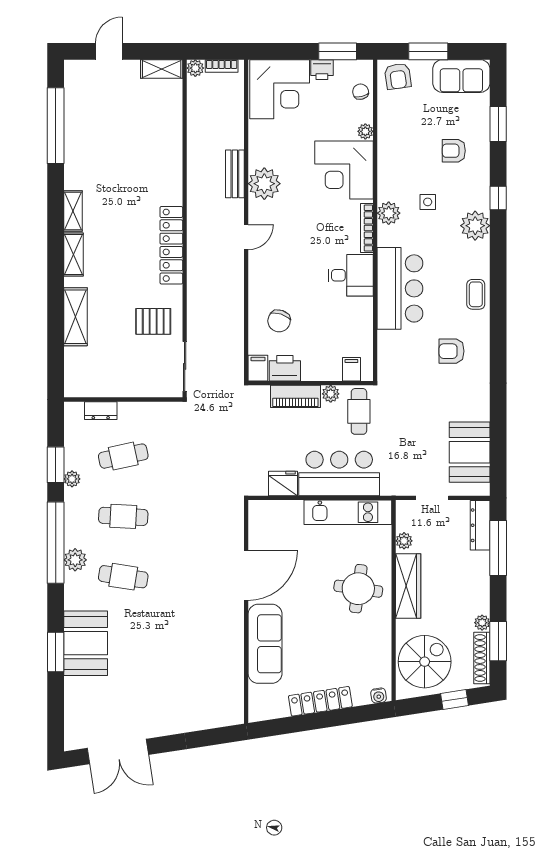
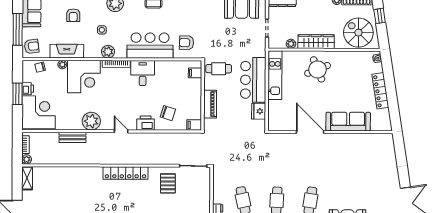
window: (338, 51) -> (18, 94), moved
window: (428, 51) -> (18, 29), width x1.44
fireplace: (390, 139) -> (67, 51), added
bench: (235, 174) -> (72, 137), moved
armchair: (452, 351) -> (187, 43), moved, turned 92
printer: (285, 368) -> (146, 123), moved, turned 90
plant: (331, 394) -> (209, 84), removed
round table: (358, 589) -> (318, 69), turned -30

